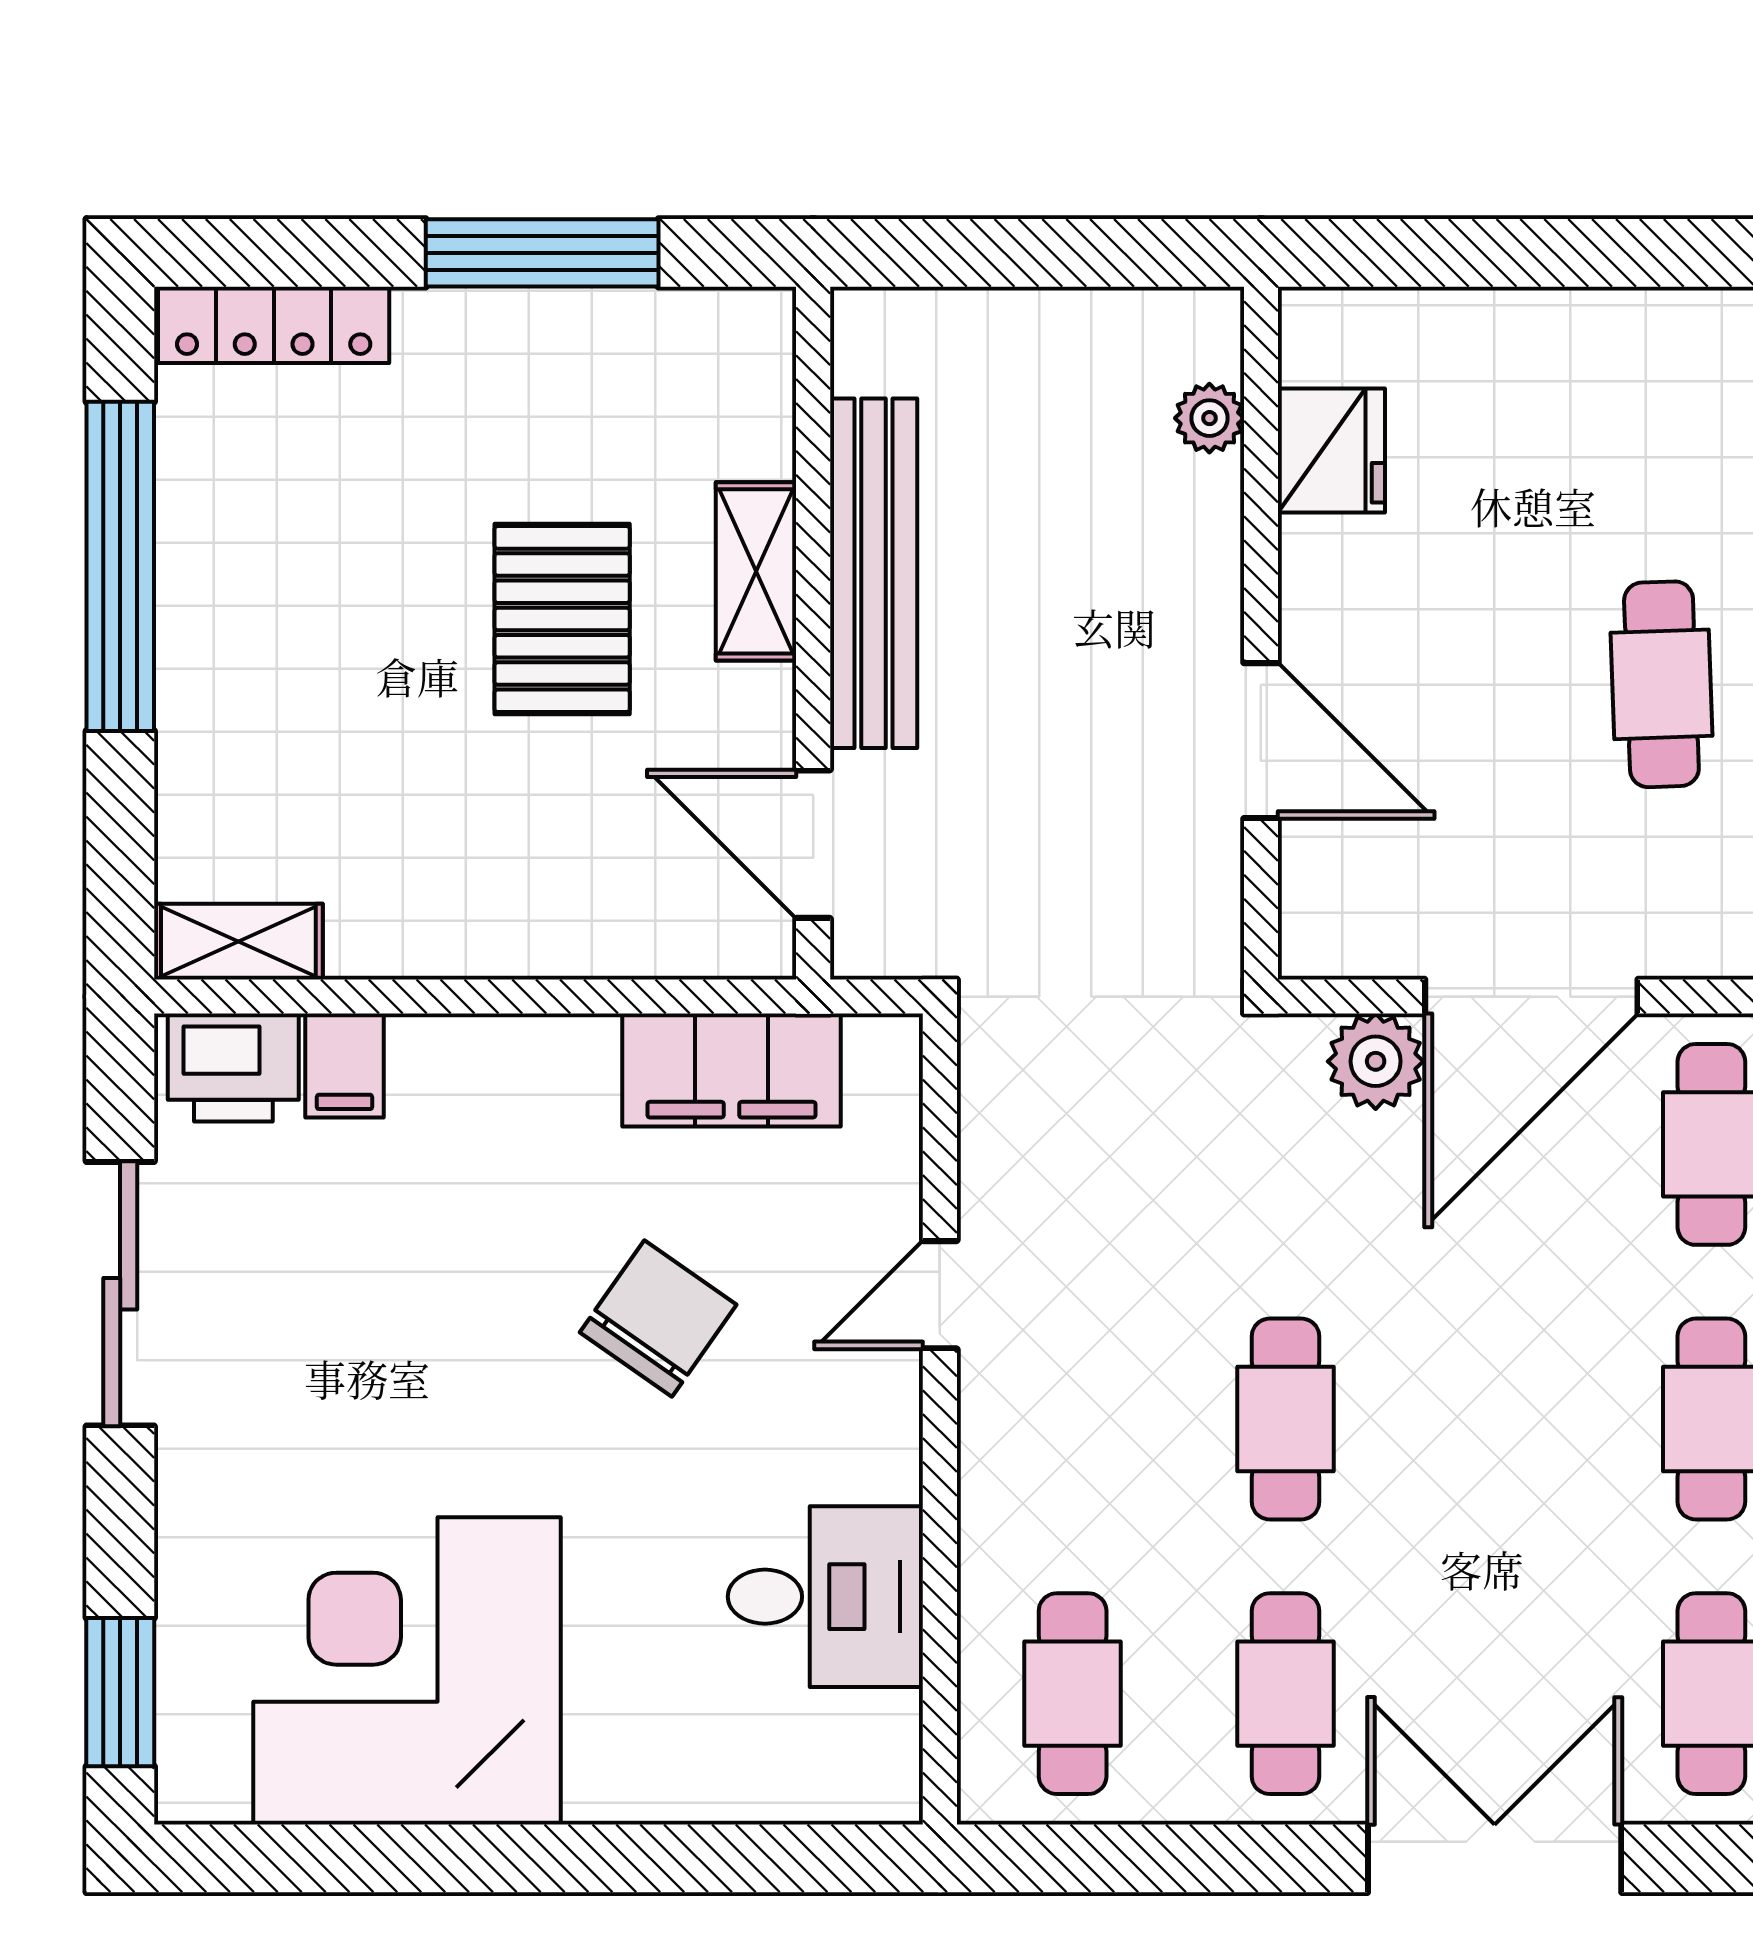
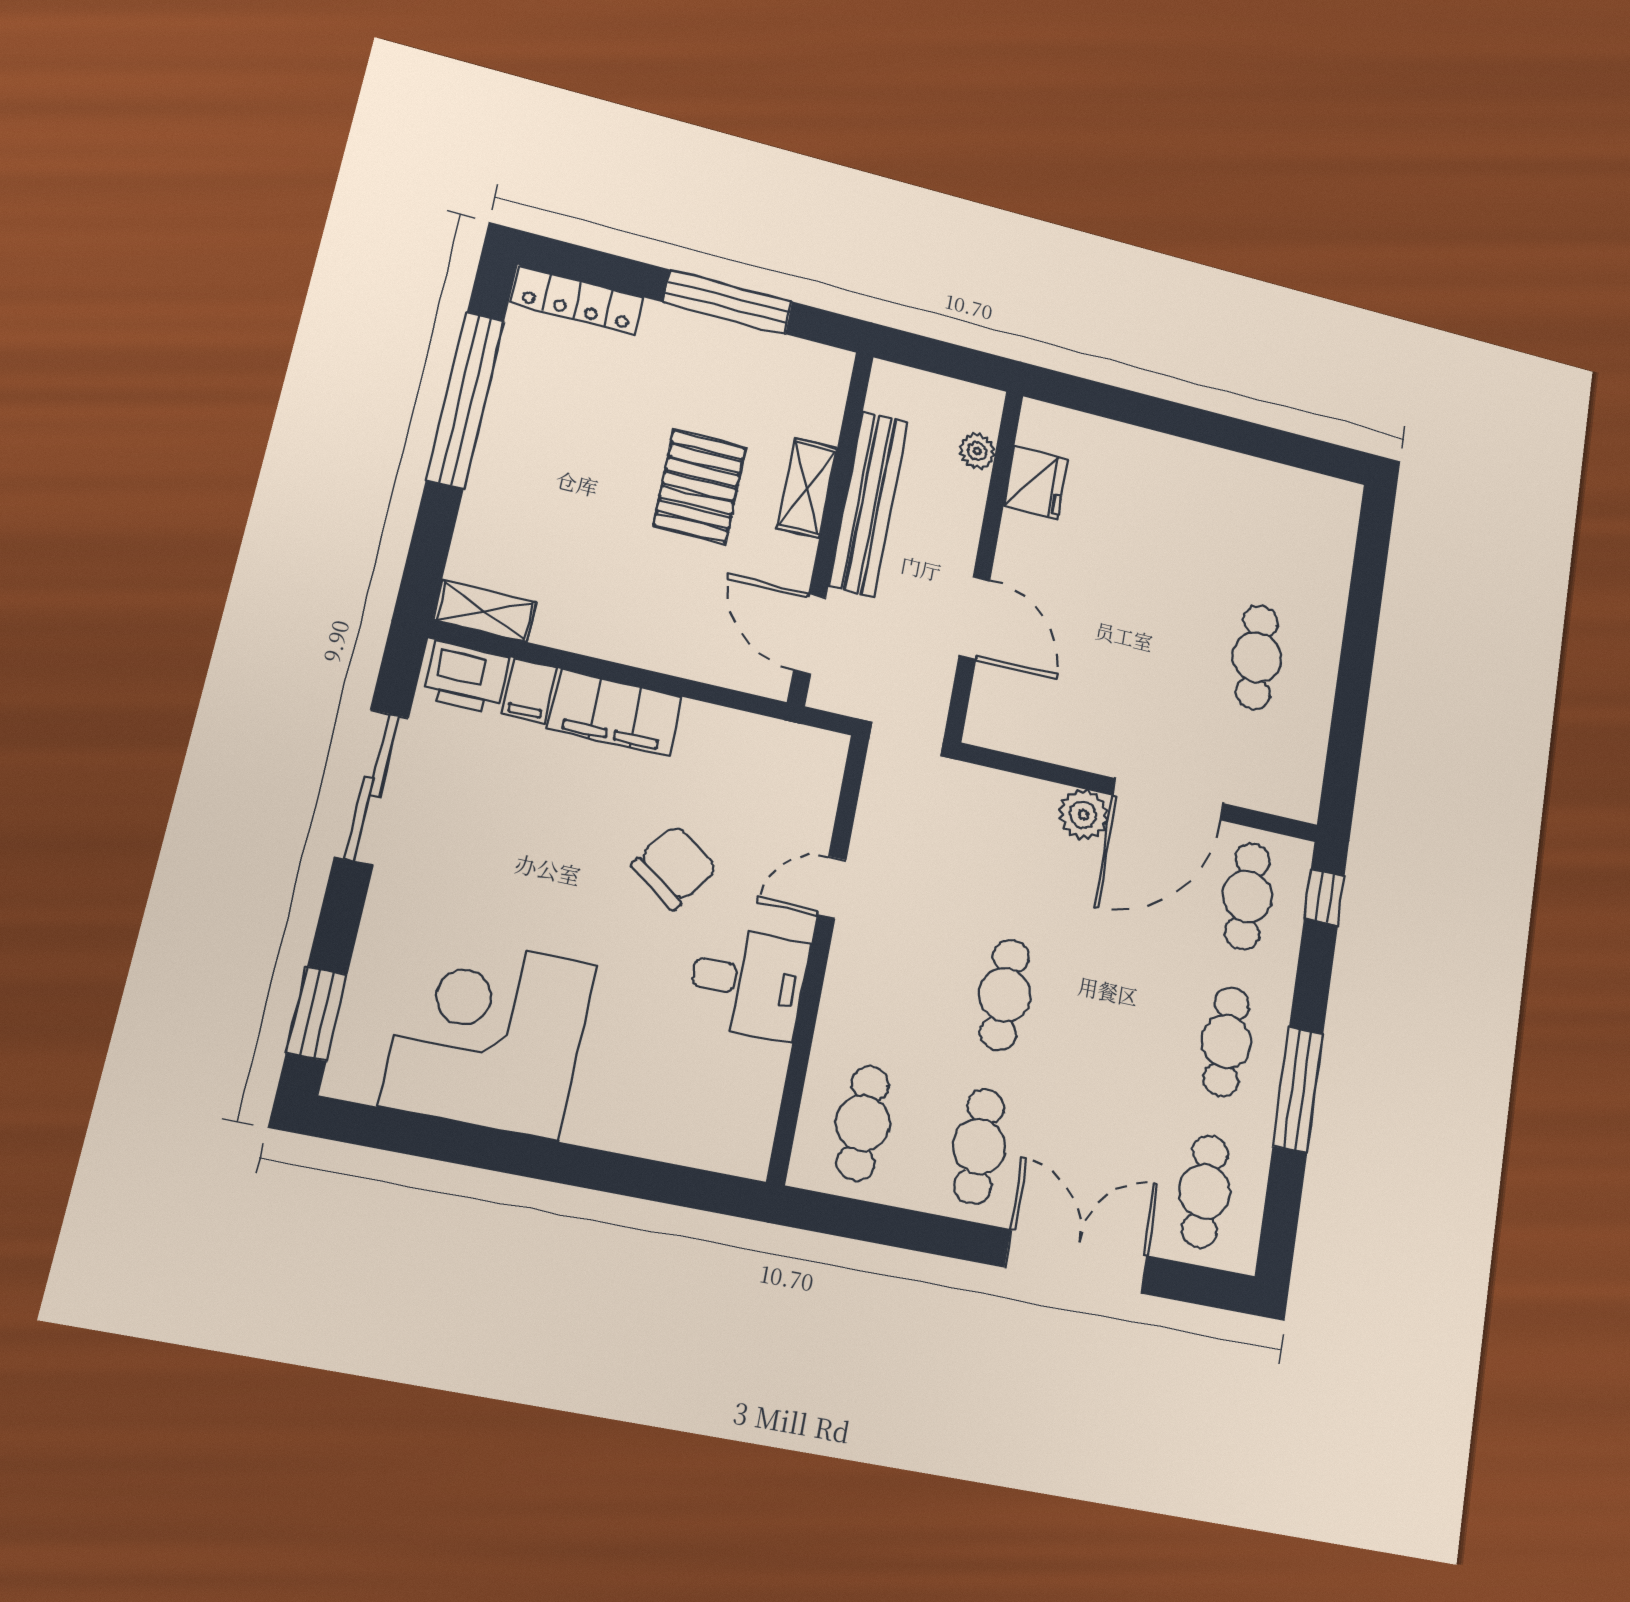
plant: (1209, 418) -> (977, 451), moved
fridge: (1331, 450) -> (1036, 482), moved
wall: (1261, 633) -> (984, 564), moved
door: (1261, 741) -> (974, 618), moved
filing cabinet: (731, 1070) -> (615, 713), moved
desk: (825, 1597) -> (748, 982), moved

